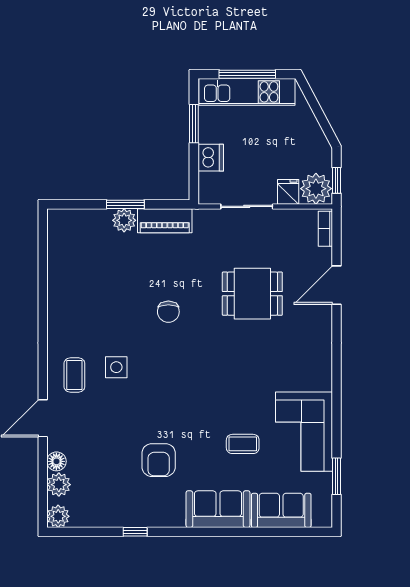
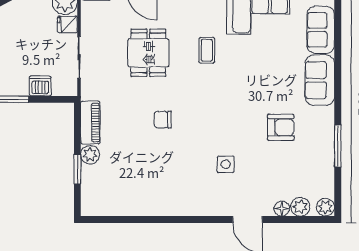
window: (125, 204) -> (77, 169), moved
chair: (168, 312) -> (163, 120), turned 180
side table: (116, 367) -> (226, 164), moved
coffee table: (74, 375) -> (213, 194), removed
coffee table: (243, 444) -> (207, 50), moved
window: (135, 532) -> (338, 146), width x2.17

